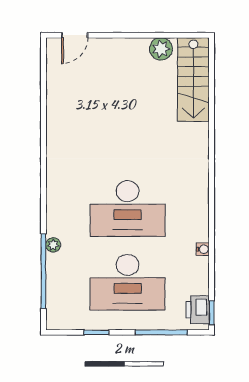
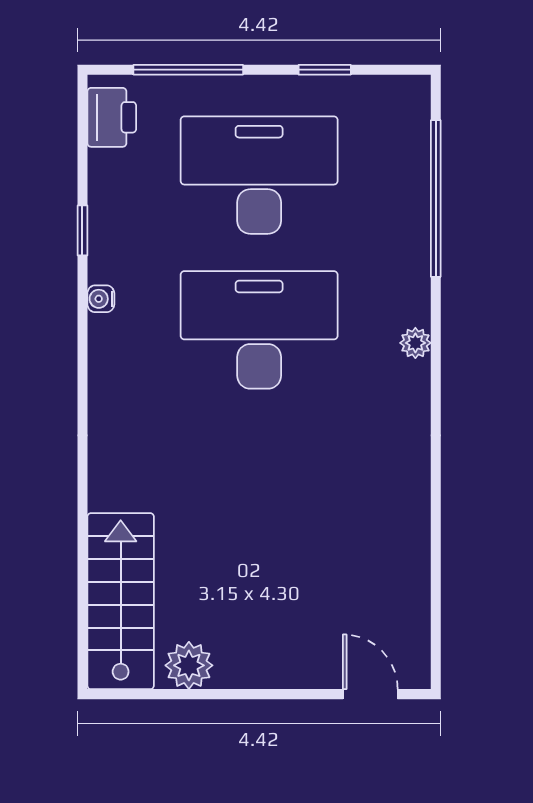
door: (75, 35) -> (370, 694), hinge flipped
plant: (53, 245) -> (415, 343), moved
water cooler: (203, 249) -> (101, 299), moved
window: (212, 313) -> (82, 230), moved

